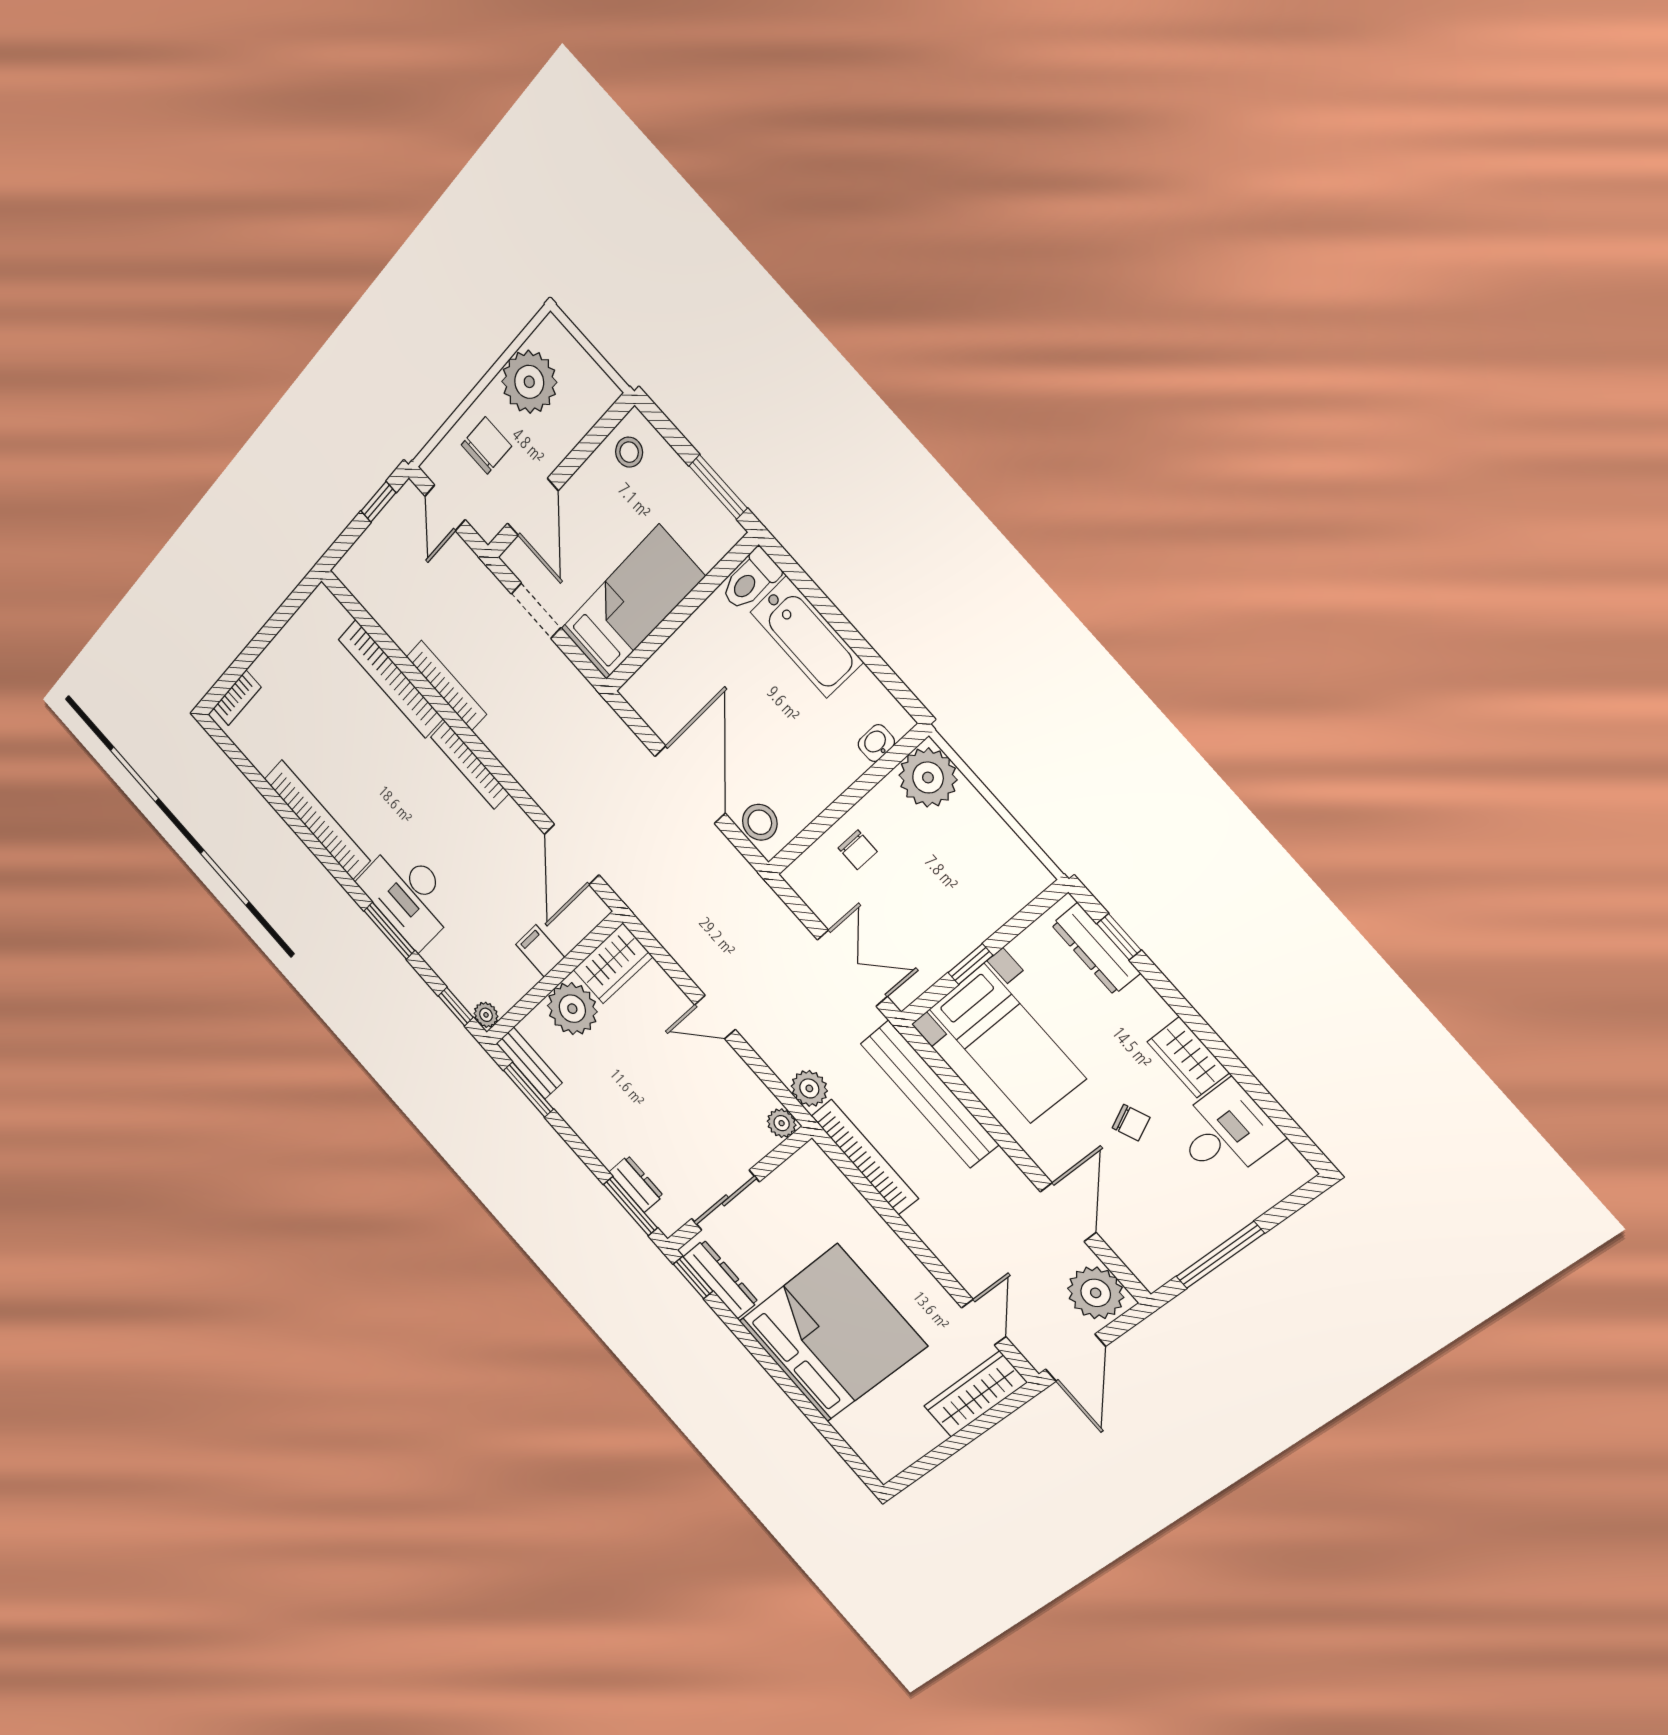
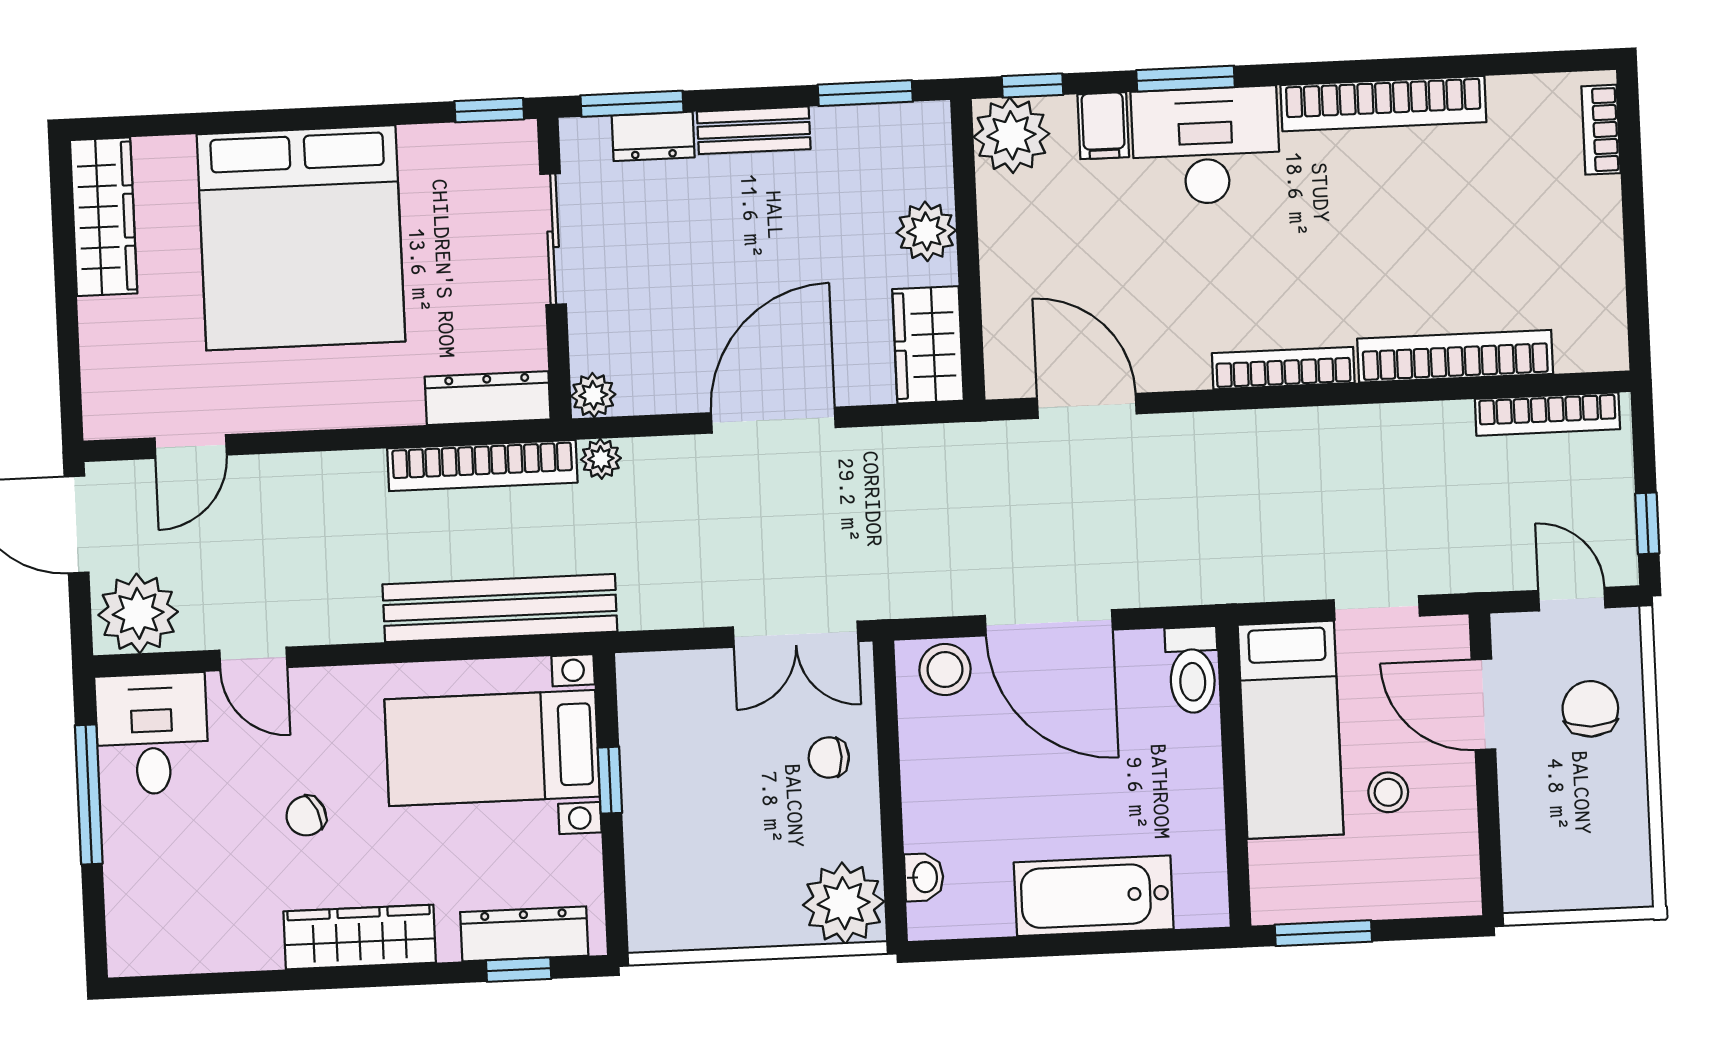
plant: (529, 382) -> (1608, 818), removed
chair: (486, 445) -> (1590, 709), turned 180
stool: (629, 452) -> (1388, 792), moved
toilet: (750, 580) -> (1192, 670), moved, turned 180
bookcase: (446, 686) -> (1547, 414), moved
filing cabinet: (540, 951) -> (1103, 126), moved, turned 90
double door: (852, 968) -> (796, 634), moved
plant: (572, 1009) -> (926, 231), width x0.73, depth x0.73
plant: (486, 1015) -> (1011, 135), width x1.87, depth x1.87
door: (715, 1017) -> (773, 420), width x1.87
wardrobe: (1188, 1057) -> (360, 937), width x1.50
bench: (529, 1063) -> (754, 130), moved
plant: (809, 1088) -> (601, 459), width x0.73, depth x0.73
desk: (1226, 1132) -> (152, 734), moved, turned 180
door: (1068, 1212) -> (253, 659), width x0.73
dresser: (721, 1279) -> (488, 398), moved, turned 180
door: (984, 1322) -> (191, 447), hinge flipped
wardrobe: (975, 1394) -> (104, 217), moved

